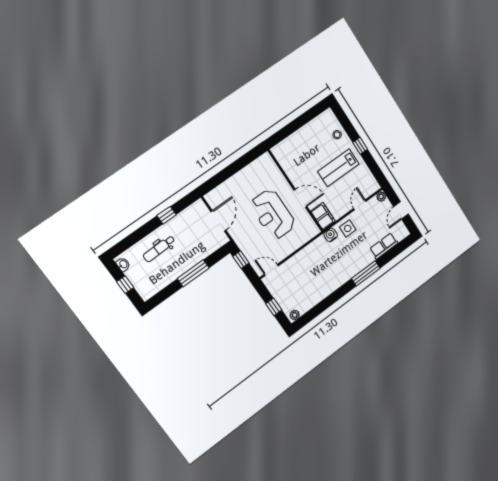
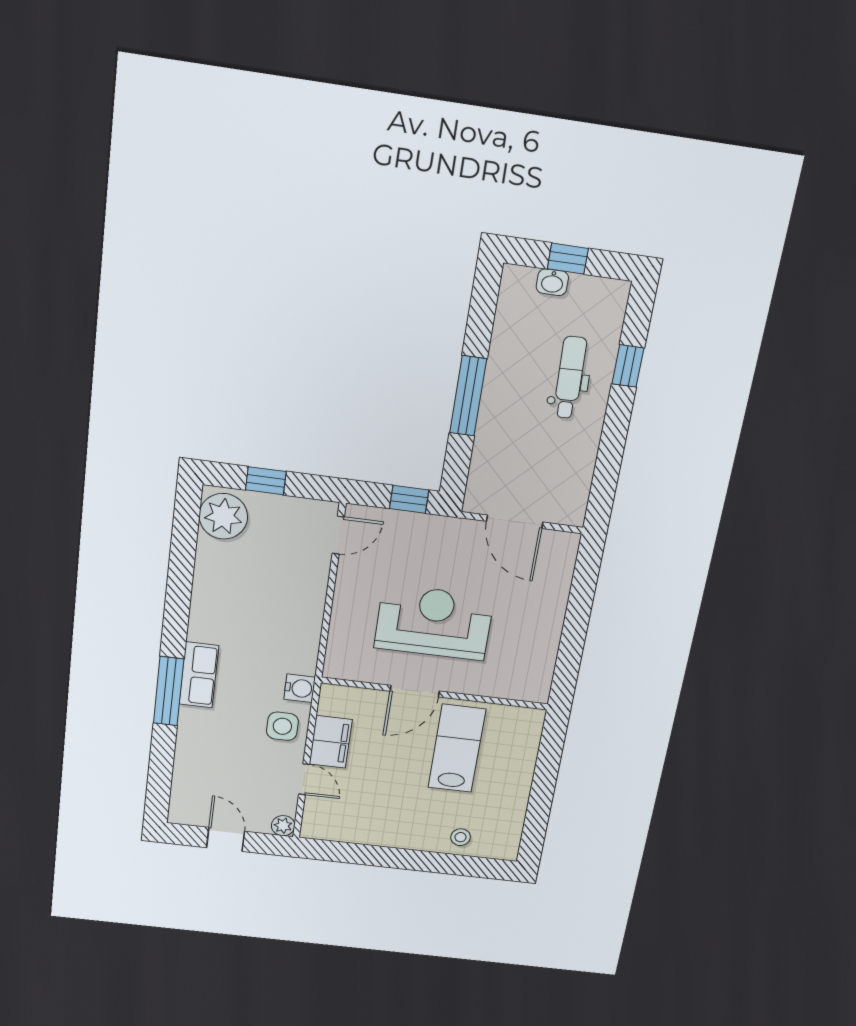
window: (360, 146) -> (405, 859), removed
lab bench: (338, 168) -> (457, 748), moved
window: (167, 215) -> (628, 366), moved
filing cabinet: (323, 216) -> (331, 742), moved, turned -90
row of seats: (384, 246) -> (199, 675), moved
washbasin: (123, 264) -> (552, 282), moved
plant: (295, 315) -> (223, 516), width x1.88, depth x1.88

